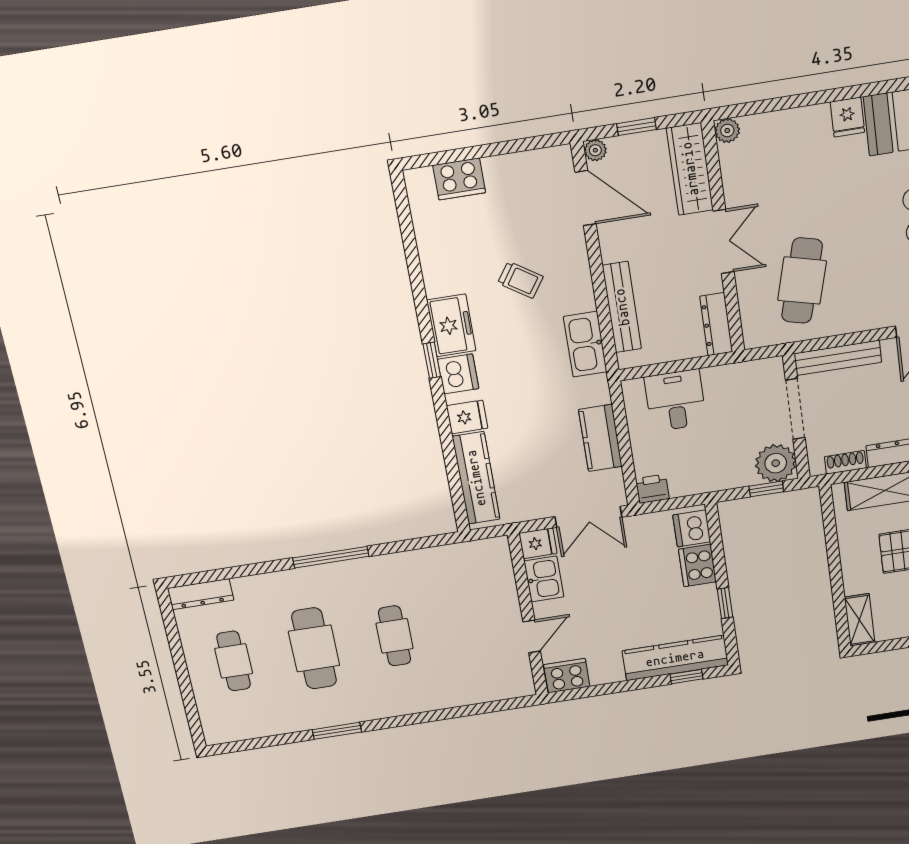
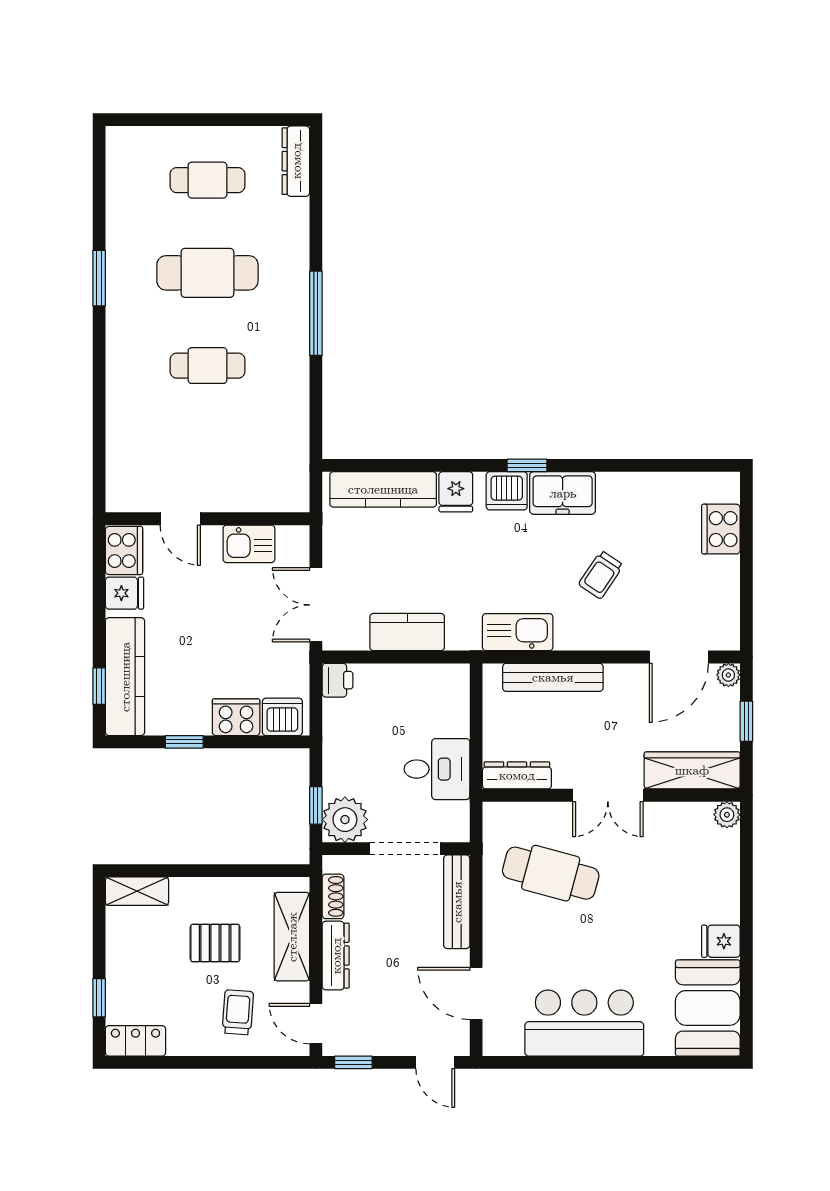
desk: (676, 400) -> (437, 769), moved
fridge: (538, 543) -> (125, 593), moved, turned -90

